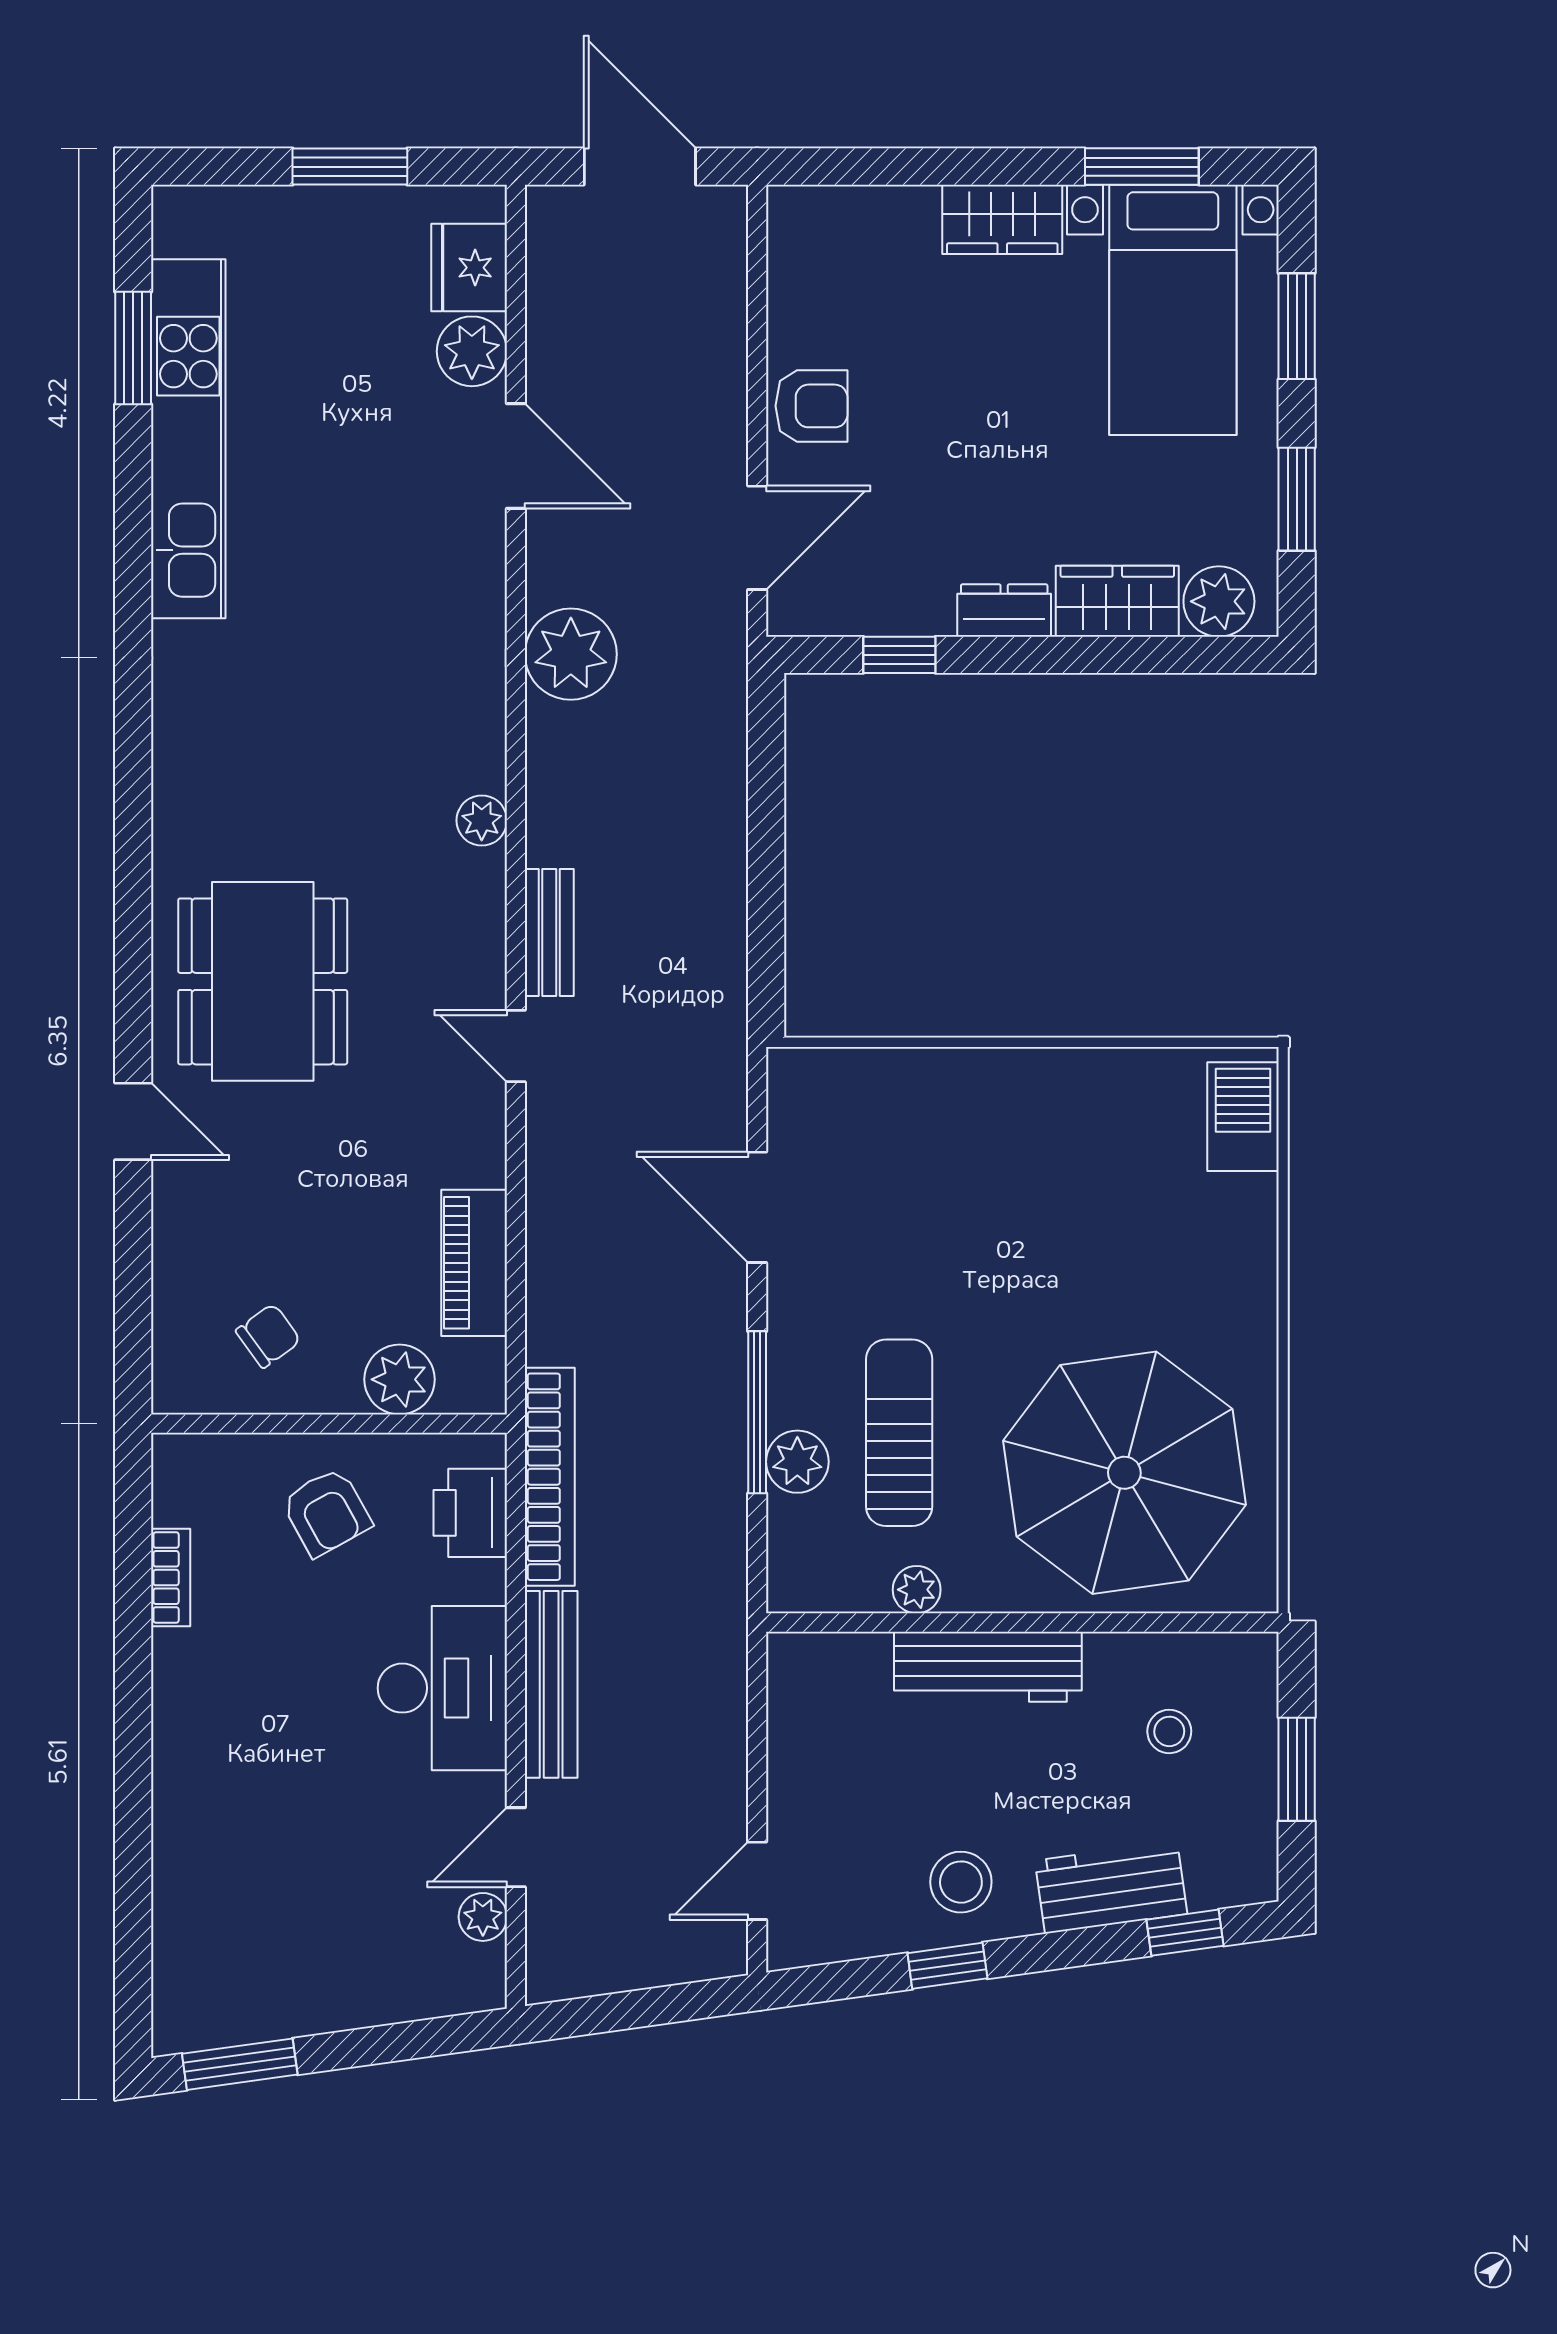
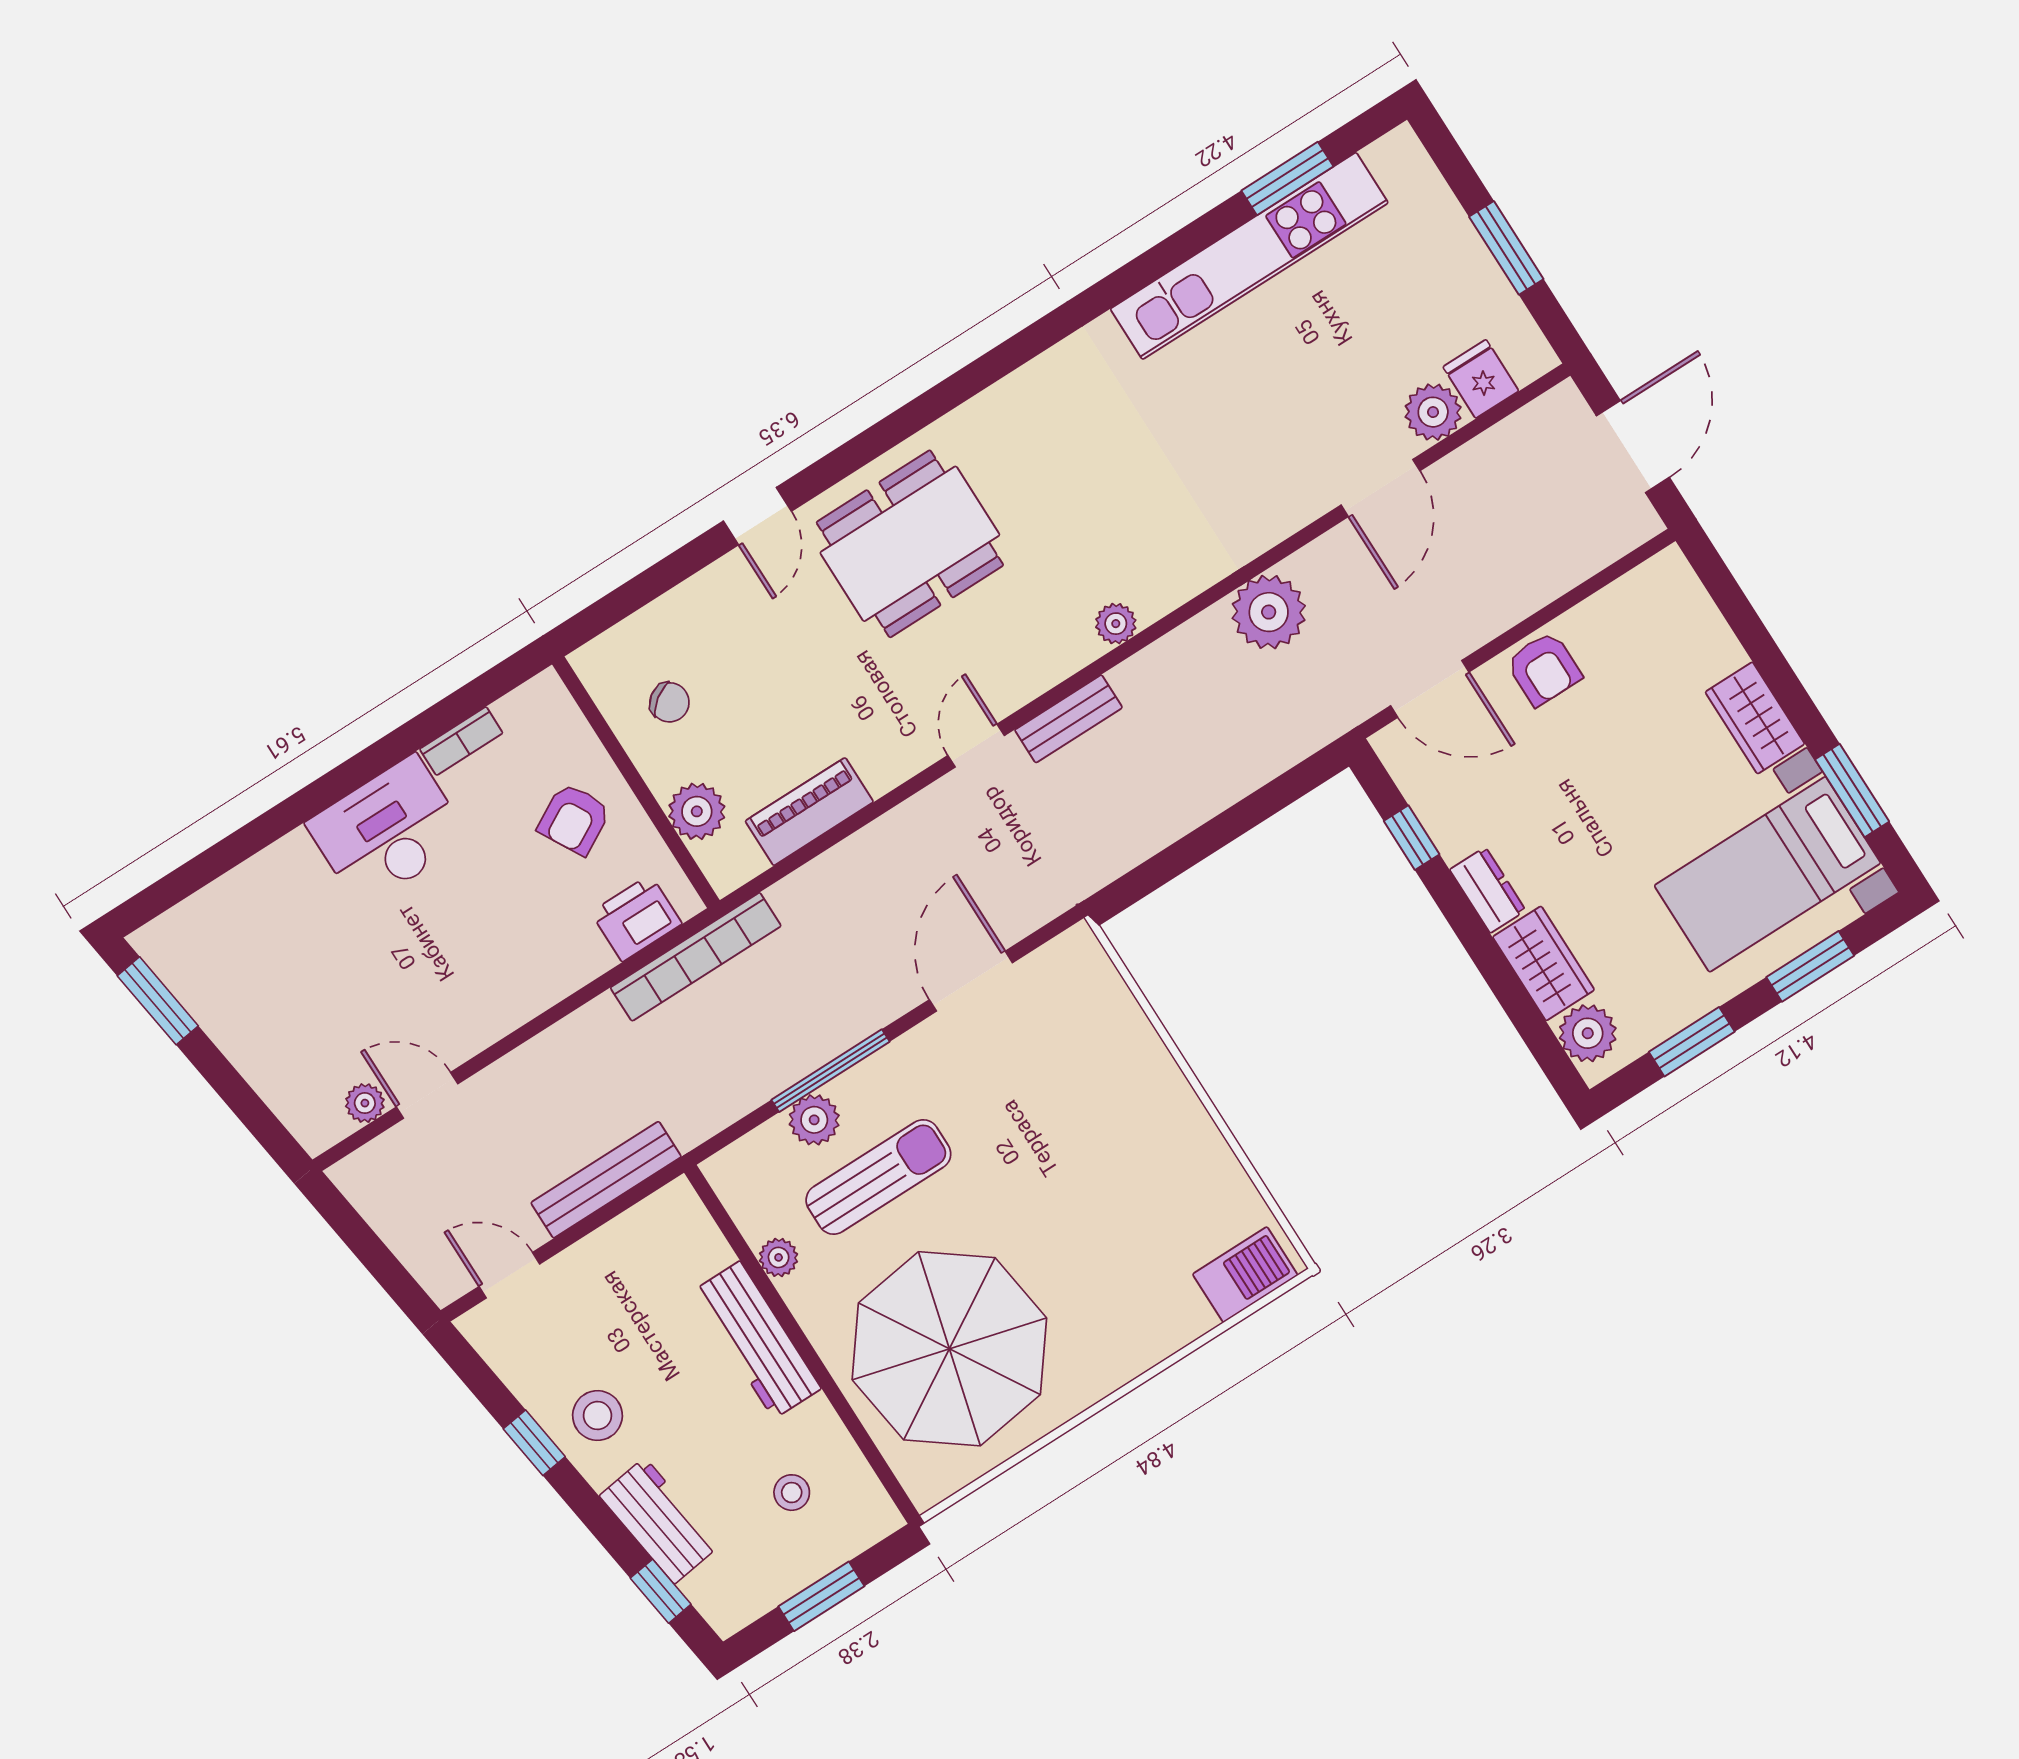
fridge: (469, 268) -> (1481, 379), width x0.72
bench: (551, 1684) -> (606, 1180), moved
desk: (442, 1688) -> (388, 831), moved, turned 180

